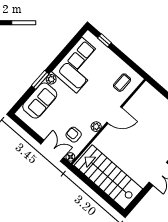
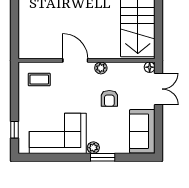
sofa: (40, 101) -> (142, 131), moved, turned -90
armchair: (74, 135) -> (109, 98), moved
double door: (52, 151) -> (159, 89), swing flipped

